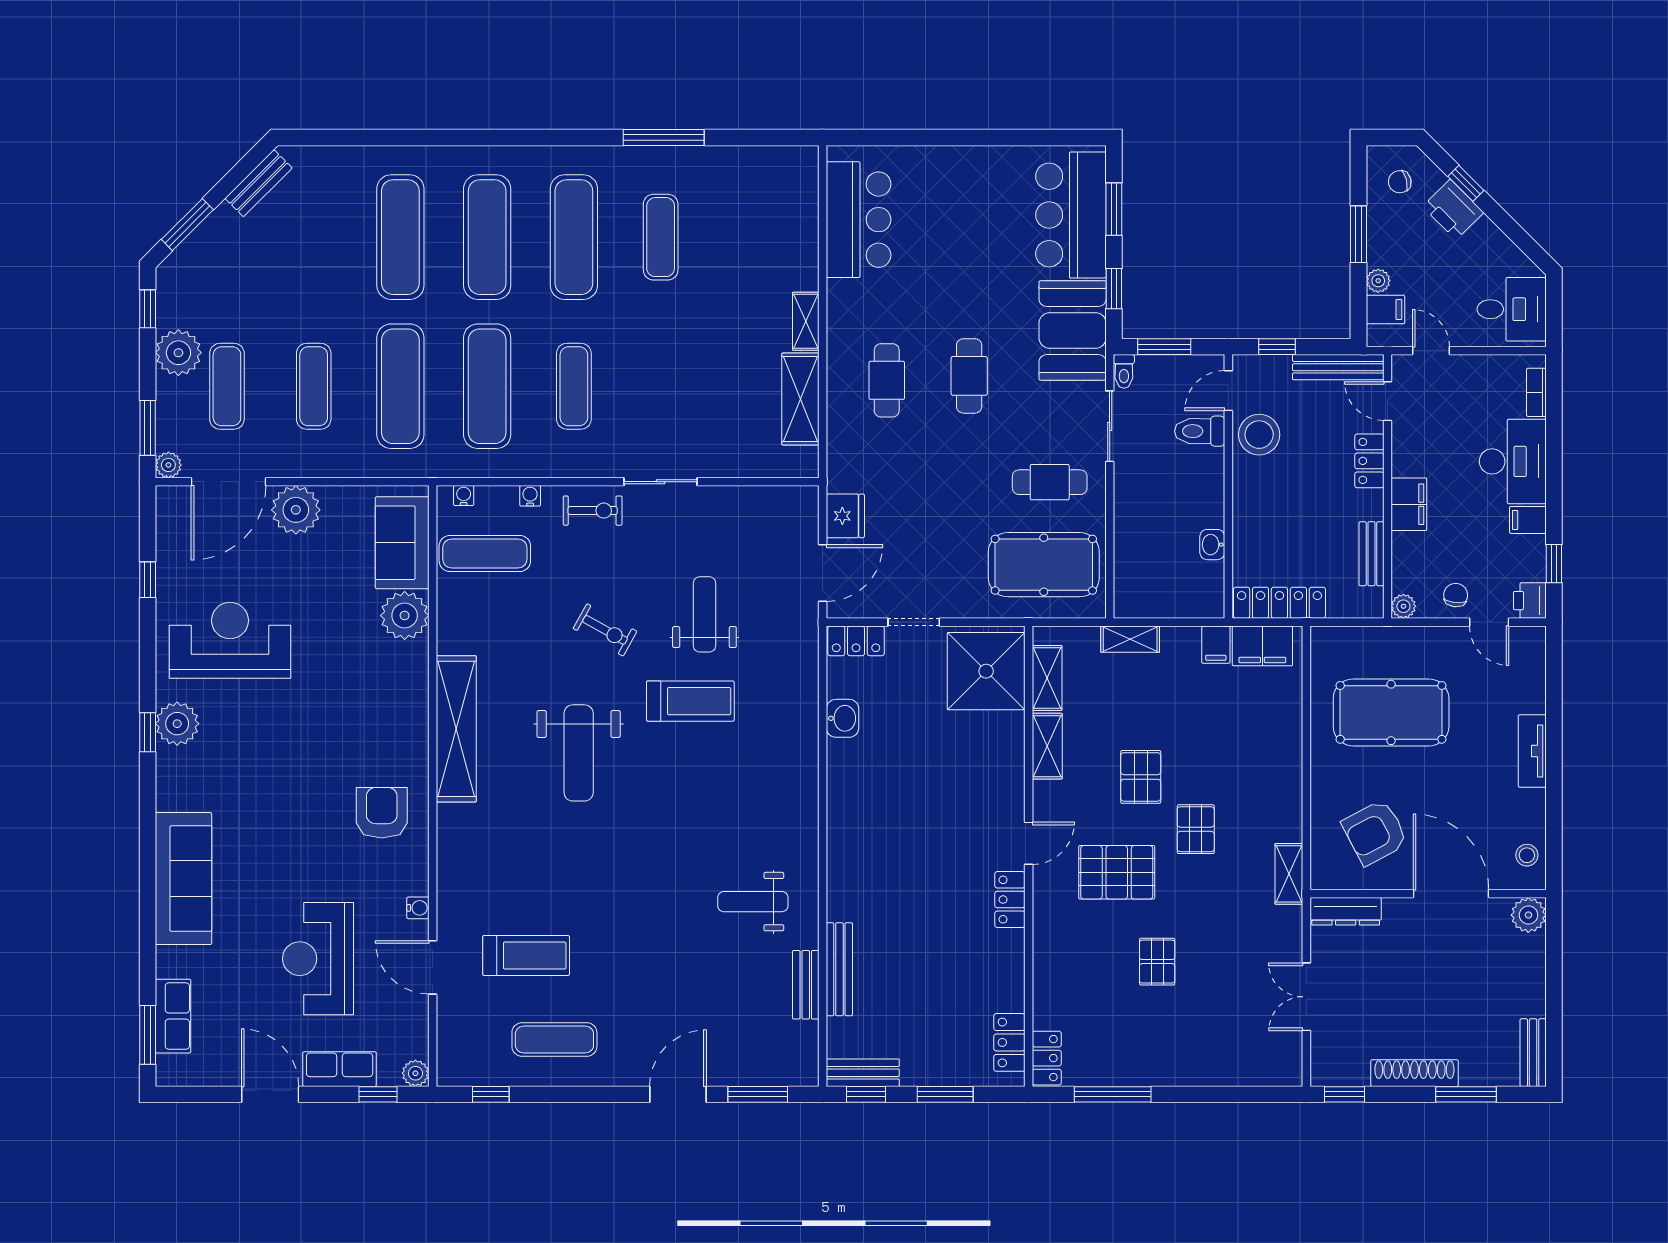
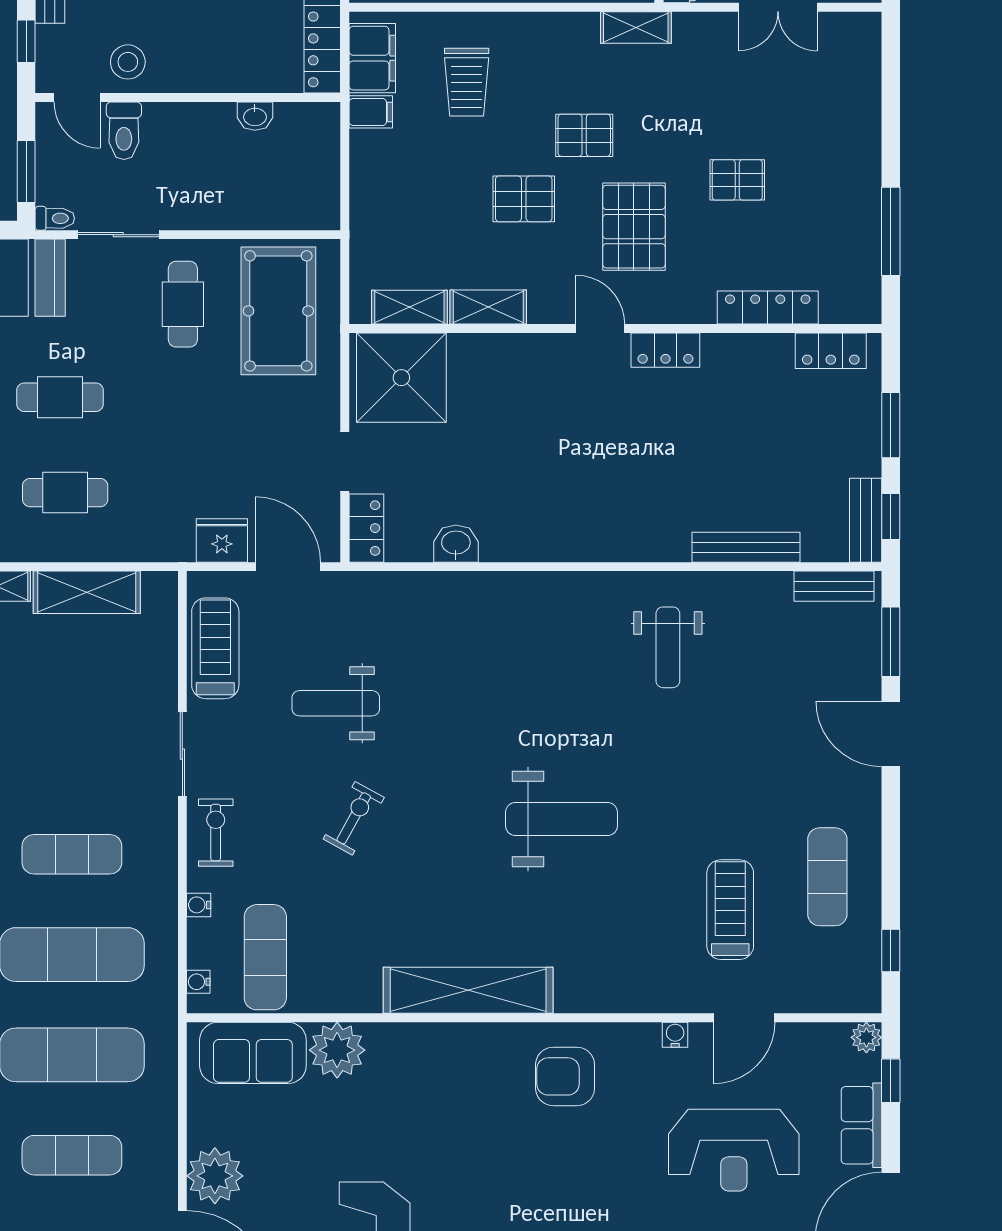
stool: (1259, 435) -> (128, 62), width x0.73, depth x0.73
shelving: (1130, 639) -> (364, 211), removed
treadmill: (690, 701) -> (215, 648), moved
trolley: (1242, 727) -> (467, 82), added
weight bench: (579, 753) -> (561, 819), moved
bench: (806, 985) -> (834, 586), moved
locker: (1047, 1058) -> (768, 307), moved, width x1.53

